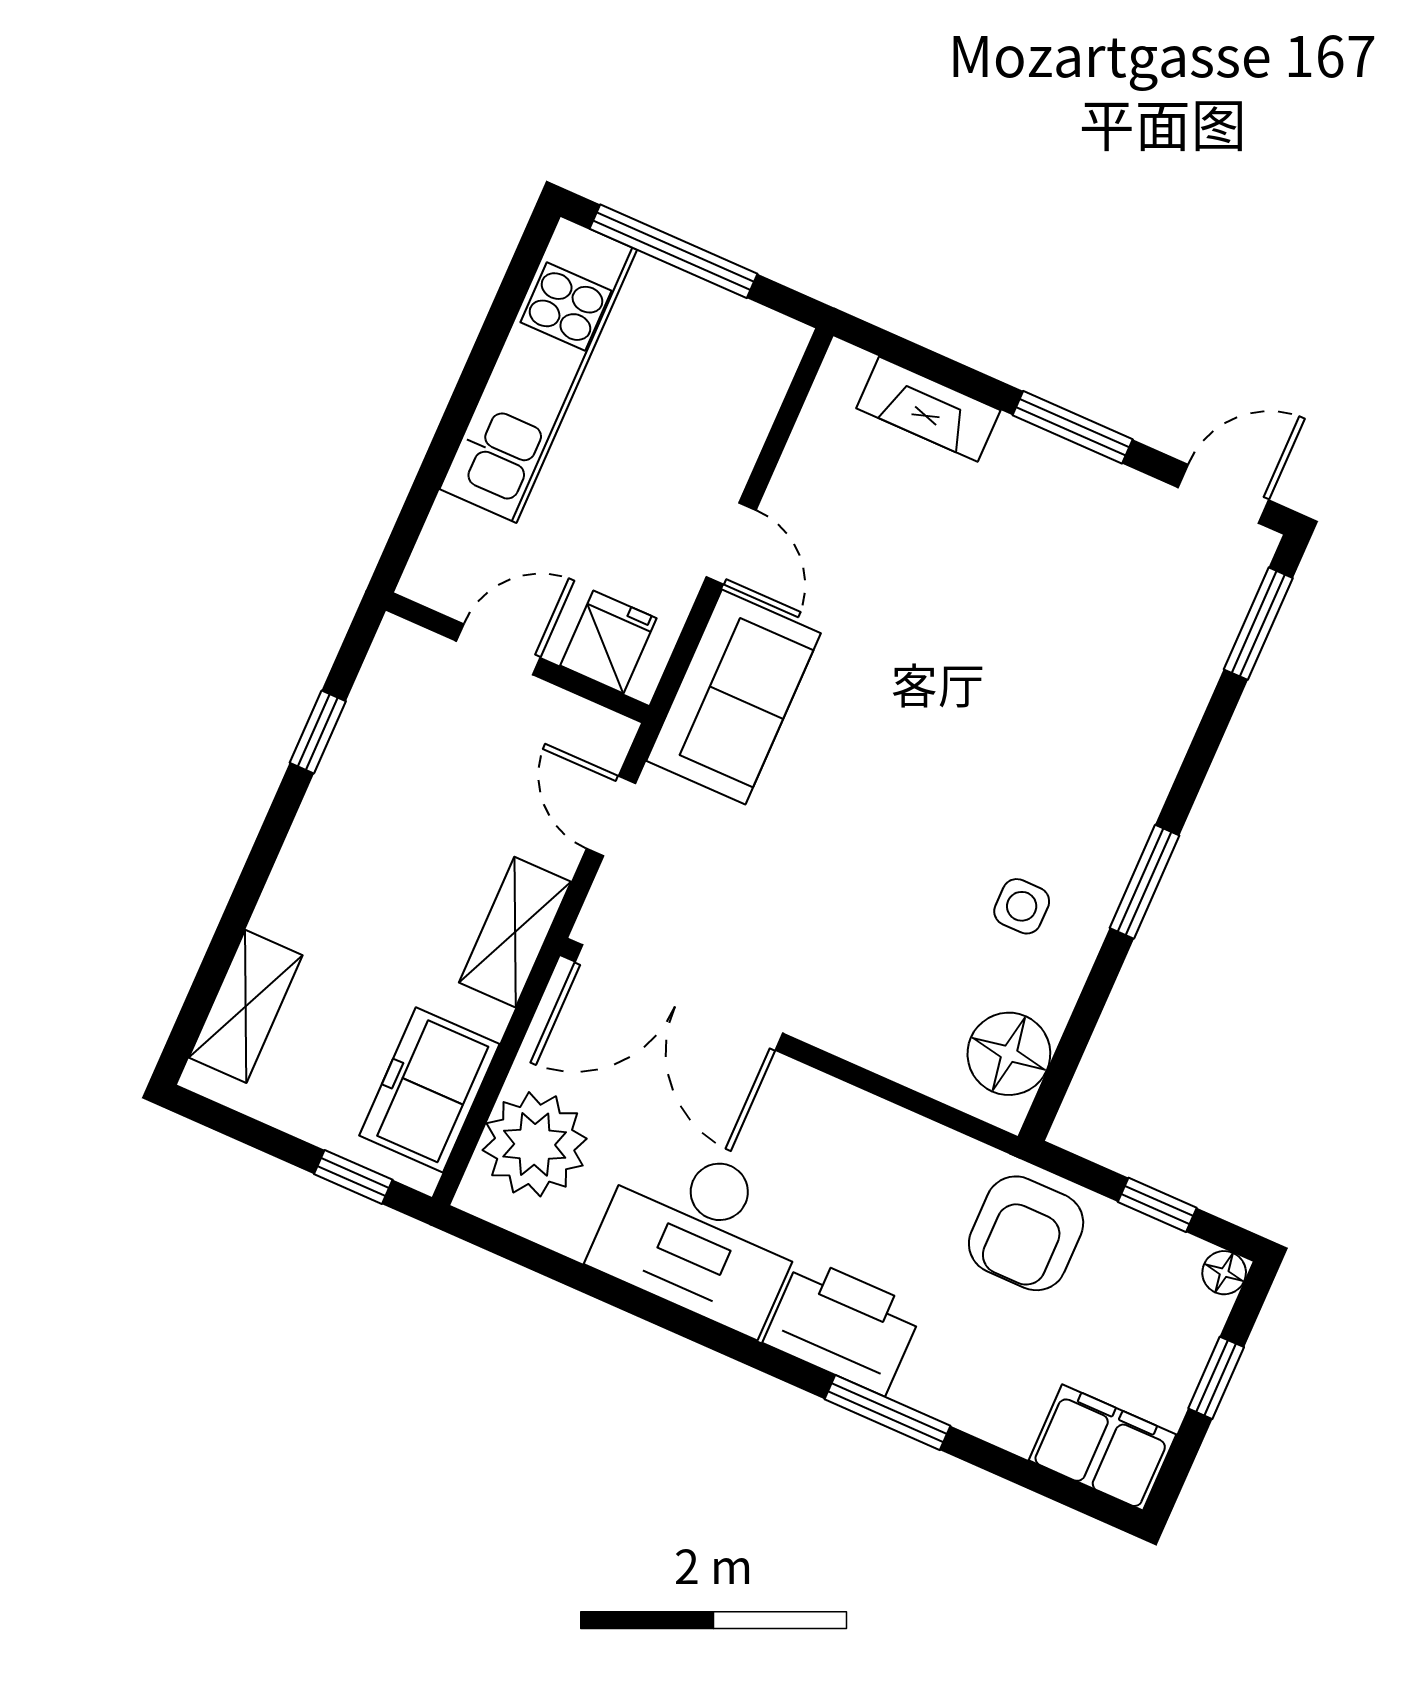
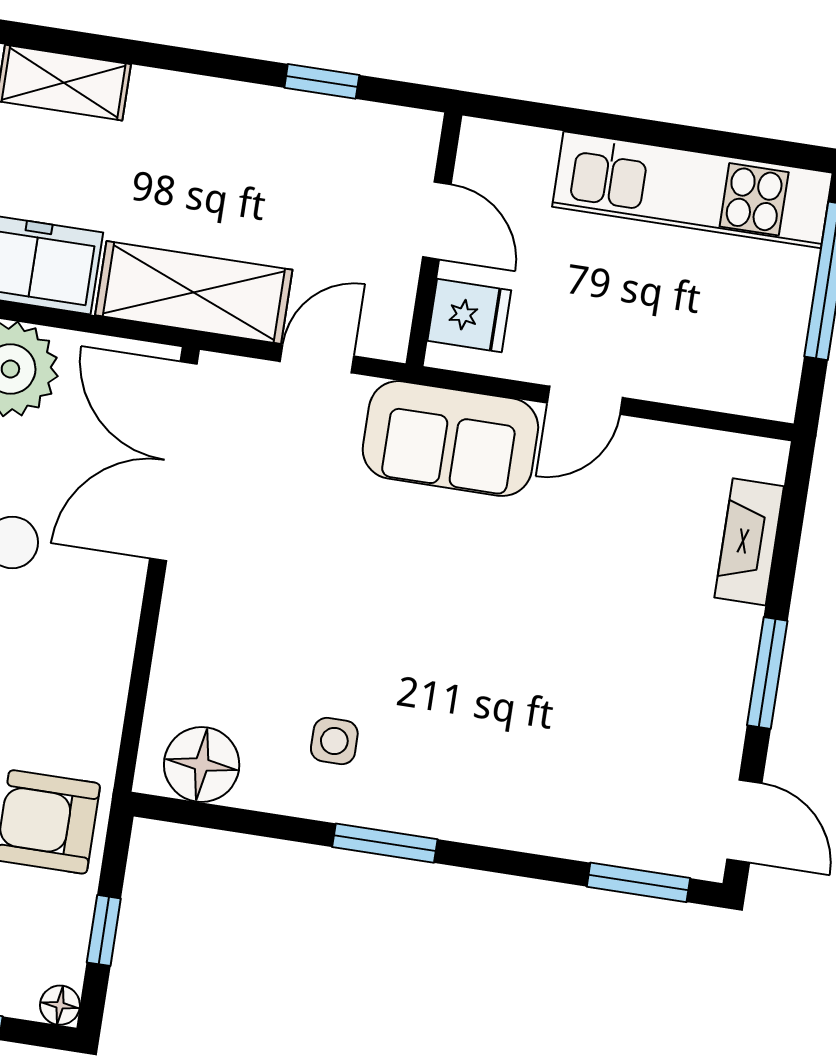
shelving: (515, 932) -> (194, 293), width x1.50, depth x1.33

